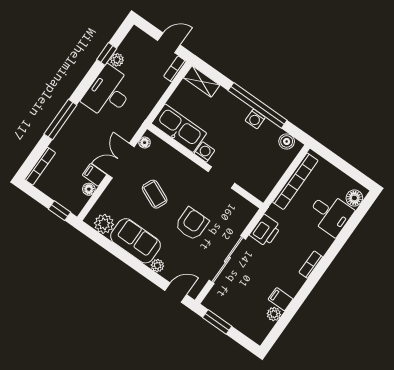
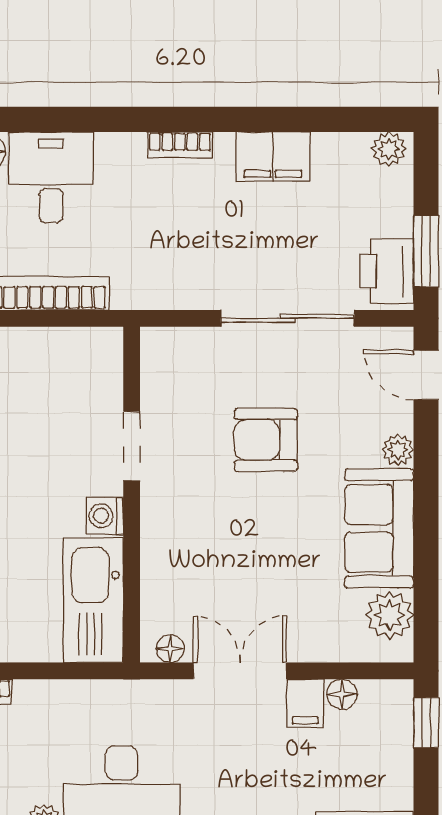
double door: (121, 161) -> (240, 671), swing flipped
coffee table: (155, 194) -> (259, 556), removed
printer: (265, 231) -> (387, 271), moved, turned -90
filing cabinet: (281, 299) -> (273, 157), width x2.00
plant: (274, 314) -> (389, 149), moved

